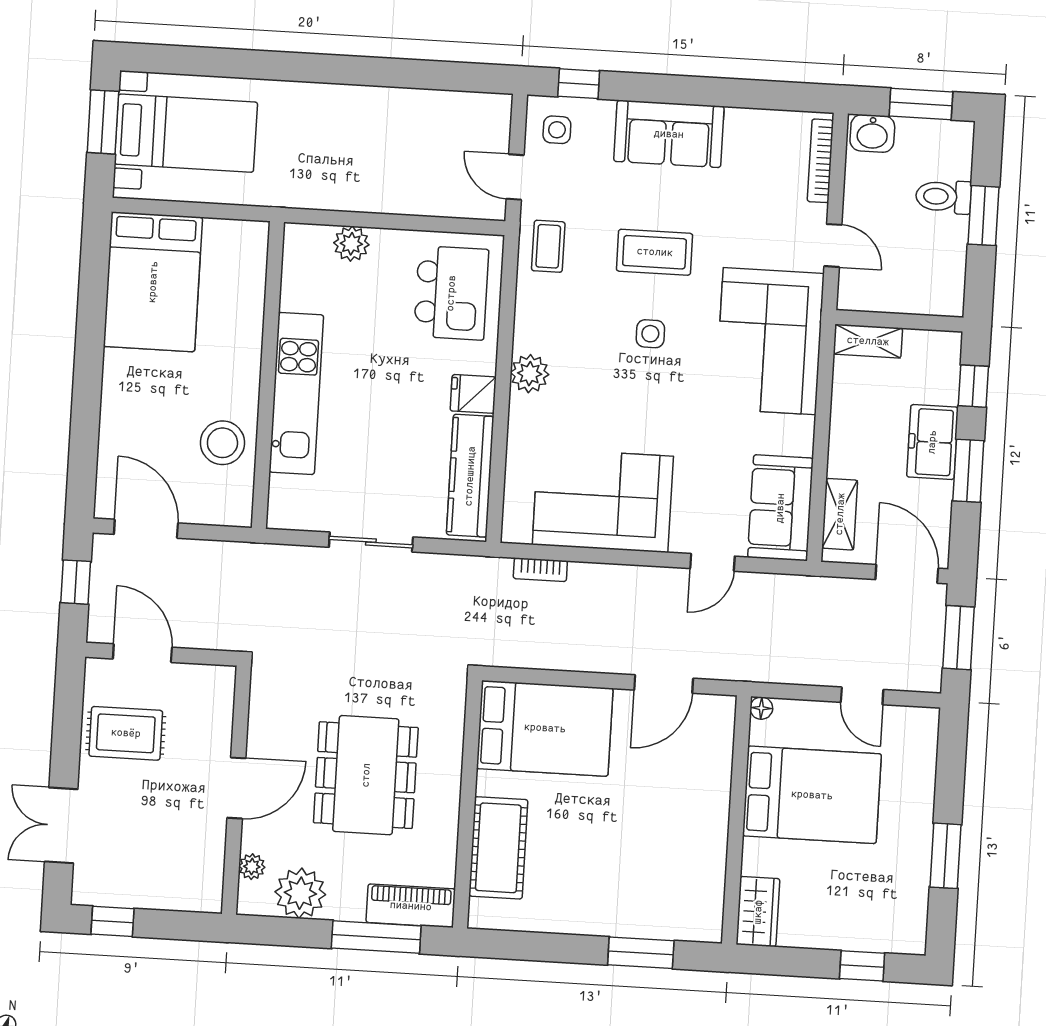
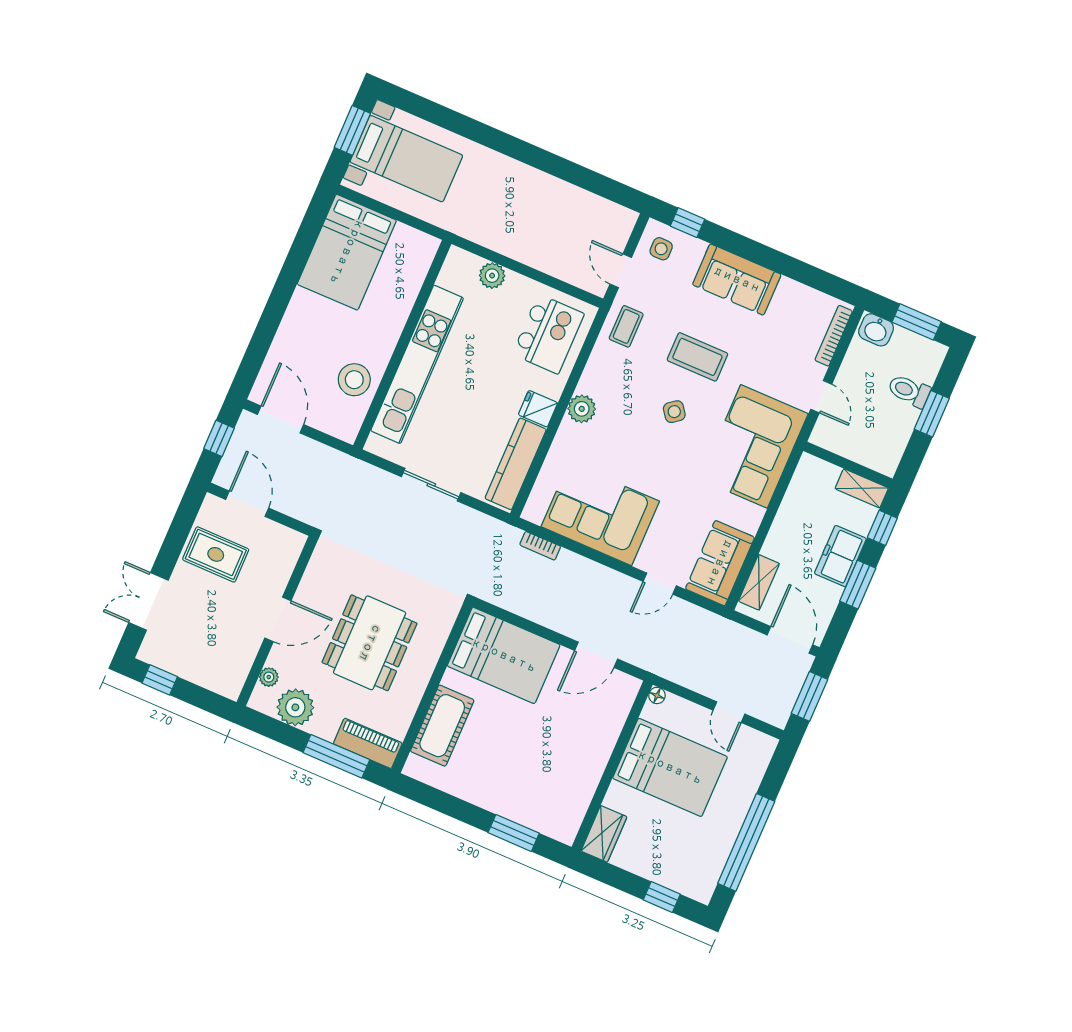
side table: (650, 334) -> (674, 412), turned -37
shelving: (868, 341) -> (862, 488), moved
kitchen unit: (296, 393) -> (417, 364), width x1.36
window: (945, 856) -> (746, 842), width x2.11

